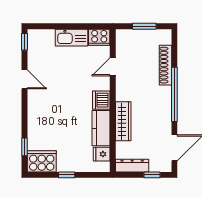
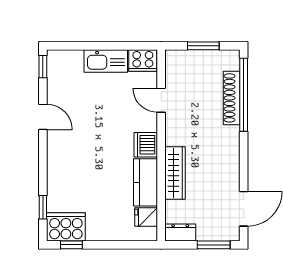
door: (113, 67) -> (161, 100), hinge flipped
window: (174, 94) -> (244, 95), moved
dresser: (132, 166) -> (180, 232), width x0.70
window: (67, 175) -> (71, 245), moved
window: (152, 175) -> (214, 245), width x1.50

